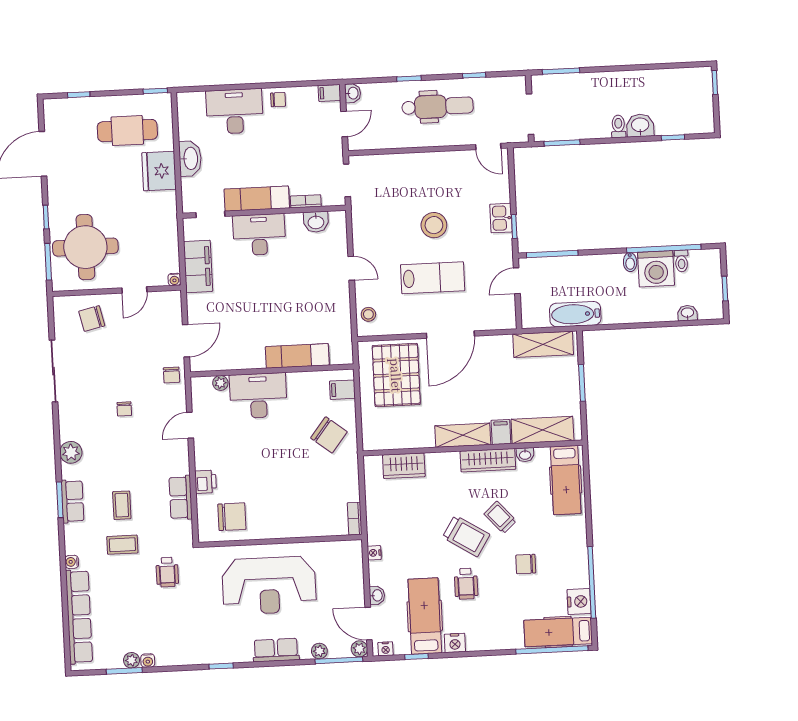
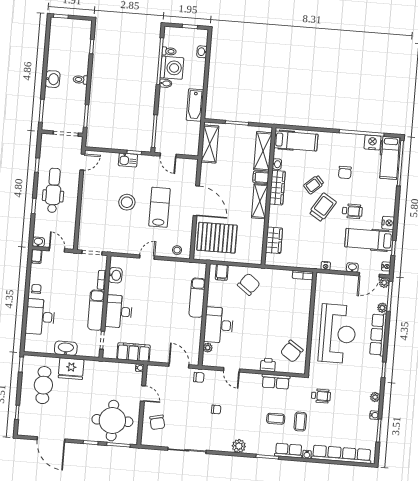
washbasin: (640, 125) -> (53, 79), moved, turned 180
bathtub: (575, 314) -> (195, 105), moved
row of seats: (73, 501) -> (289, 451), moved
chair: (232, 517) -> (292, 351), turned -146
row of seats: (276, 650) -> (378, 335), width x1.48
plant: (132, 660) -> (375, 397), moved

